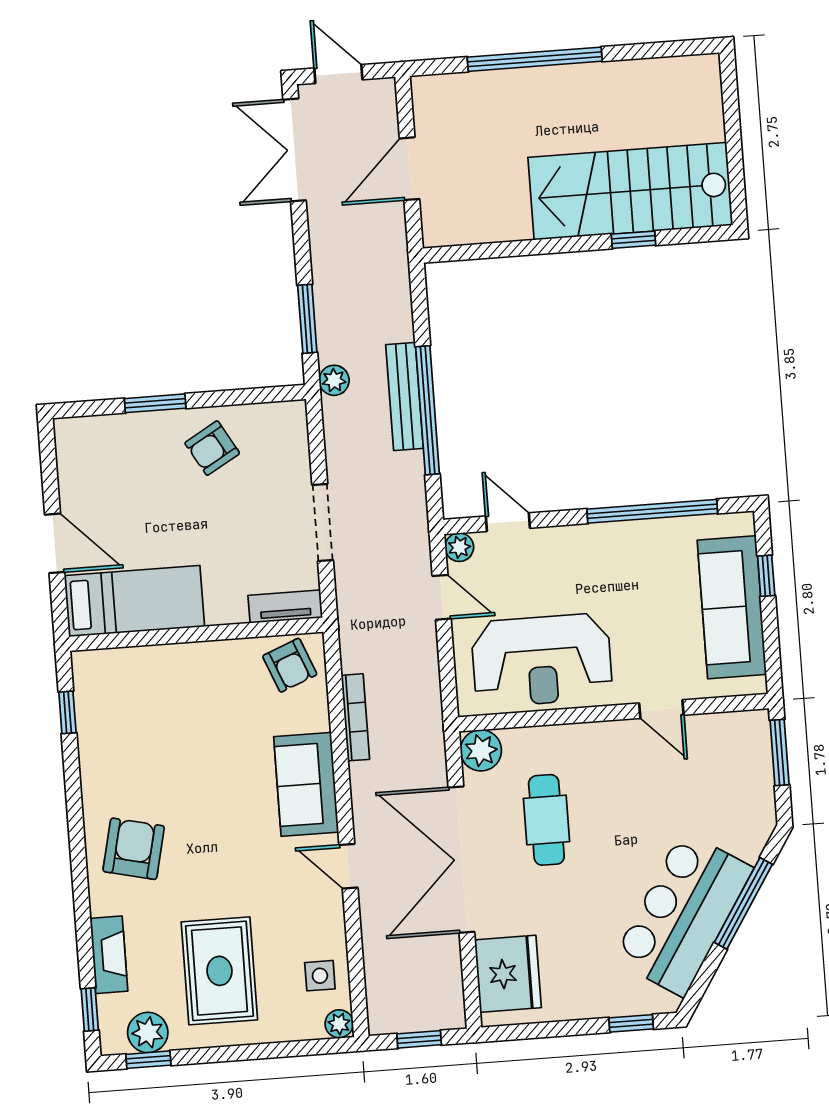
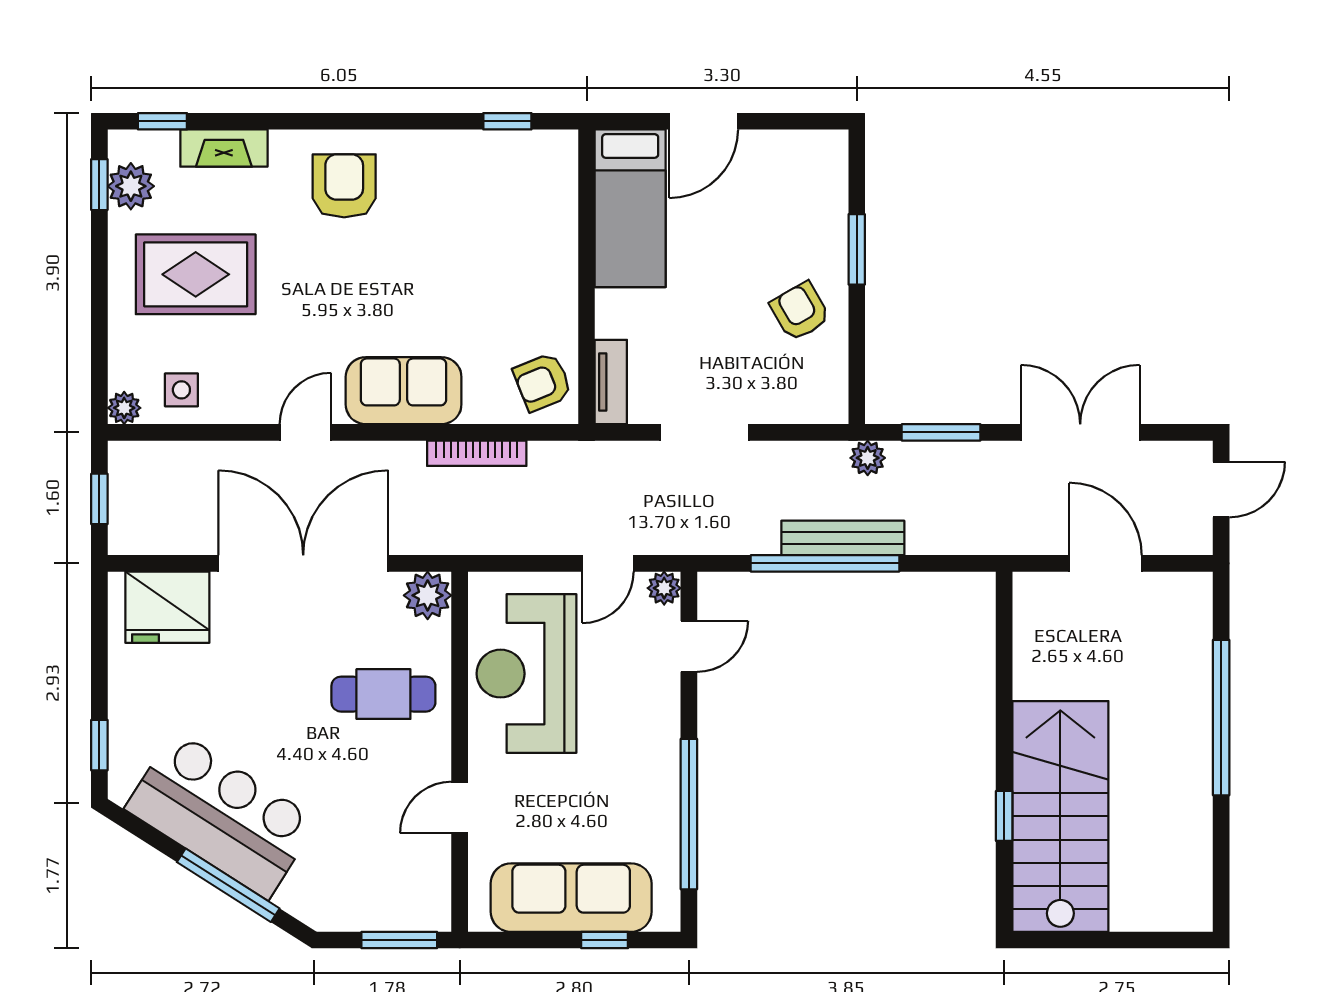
double door: (295, 150) -> (1080, 432), moved
cafe table: (546, 820) -> (383, 694), moved
armchair: (134, 849) -> (344, 186), turned -103

